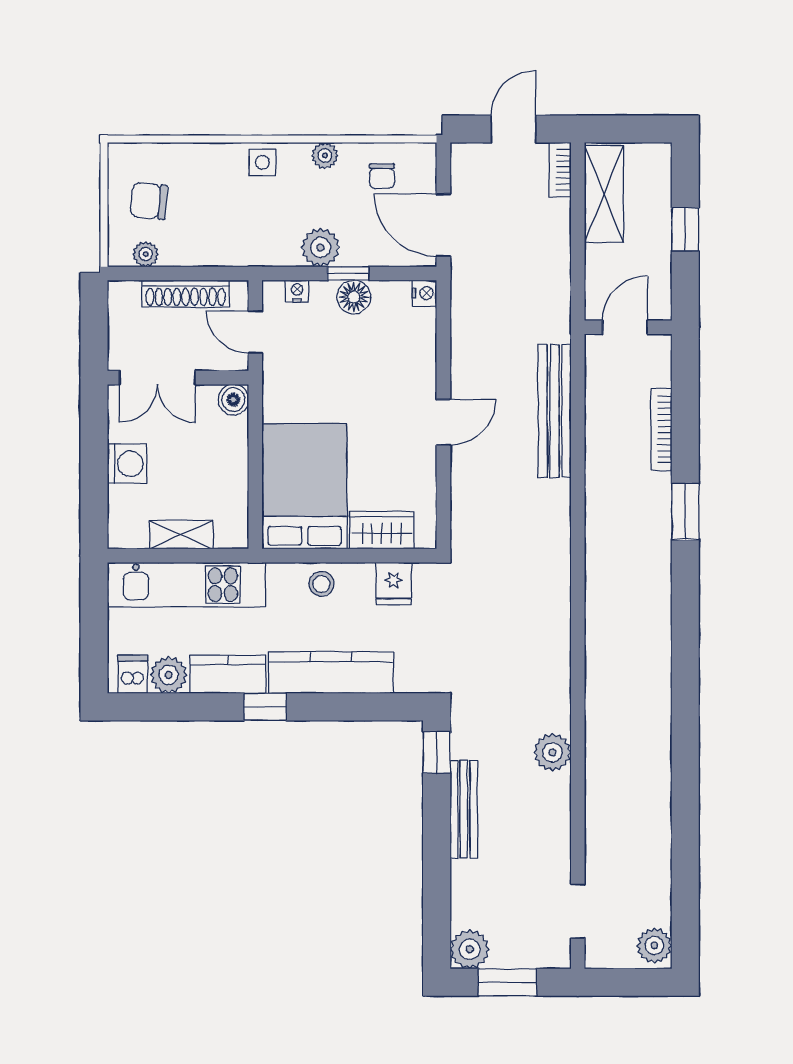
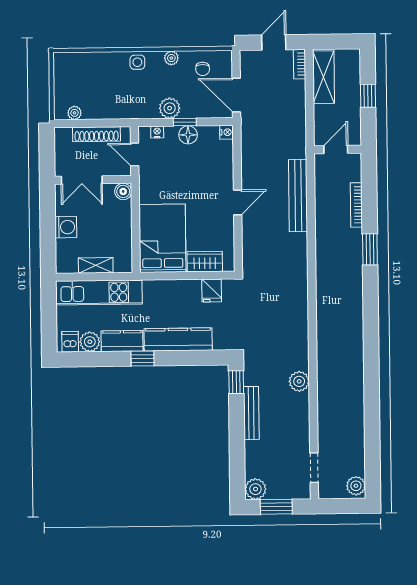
chair: (149, 201) -> (76, 84), removed
stool: (321, 584) -> (172, 291), removed

